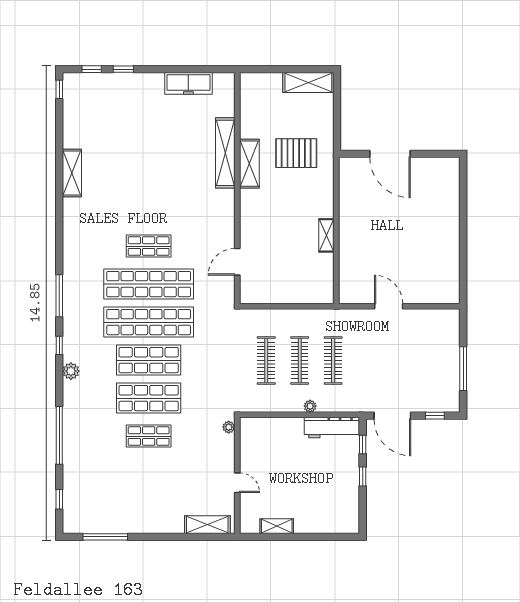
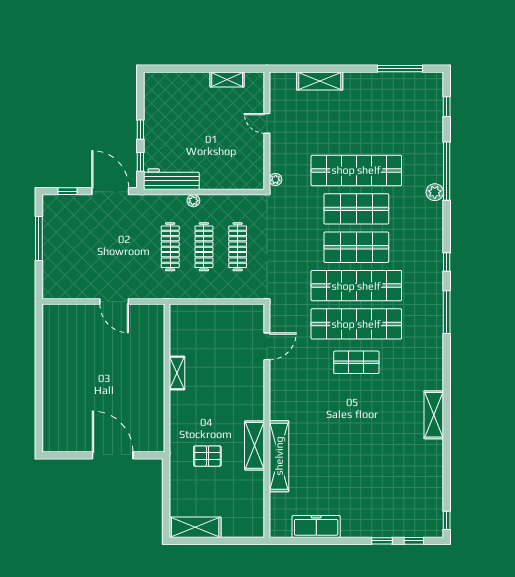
pallet: (296, 153) -> (207, 456), width x0.67, depth x0.71
shelving: (72, 173) -> (434, 415), moved
plant: (71, 371) -> (435, 192), moved
shop shelf: (149, 436) -> (356, 170), width x2.00, depth x1.36
shelving: (207, 525) -> (320, 81), moved

